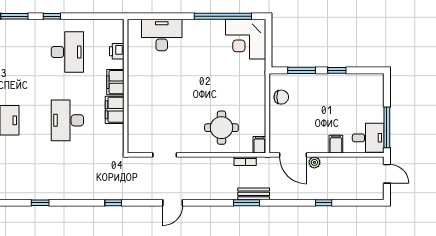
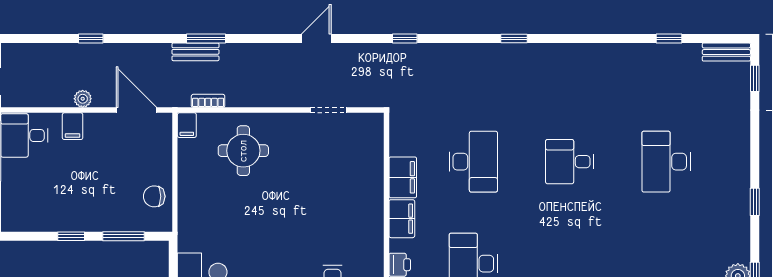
plant: (314, 162) -> (83, 99), moved

